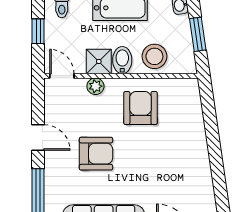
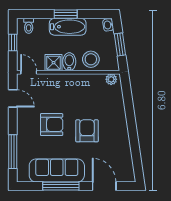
plant: (95, 86) -> (111, 79), moved
armchair: (140, 108) -> (87, 131), moved
door: (38, 138) -> (13, 98), moved

